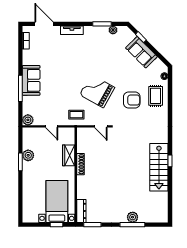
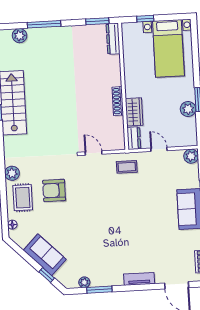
grand piano: (97, 91) -> (101, 200), removed
plant: (163, 115) -> (12, 173), added
dresser: (70, 136) -> (134, 138), added
bed with nightstands: (57, 201) -> (168, 48), moved
plant: (133, 217) -> (20, 36), moved

